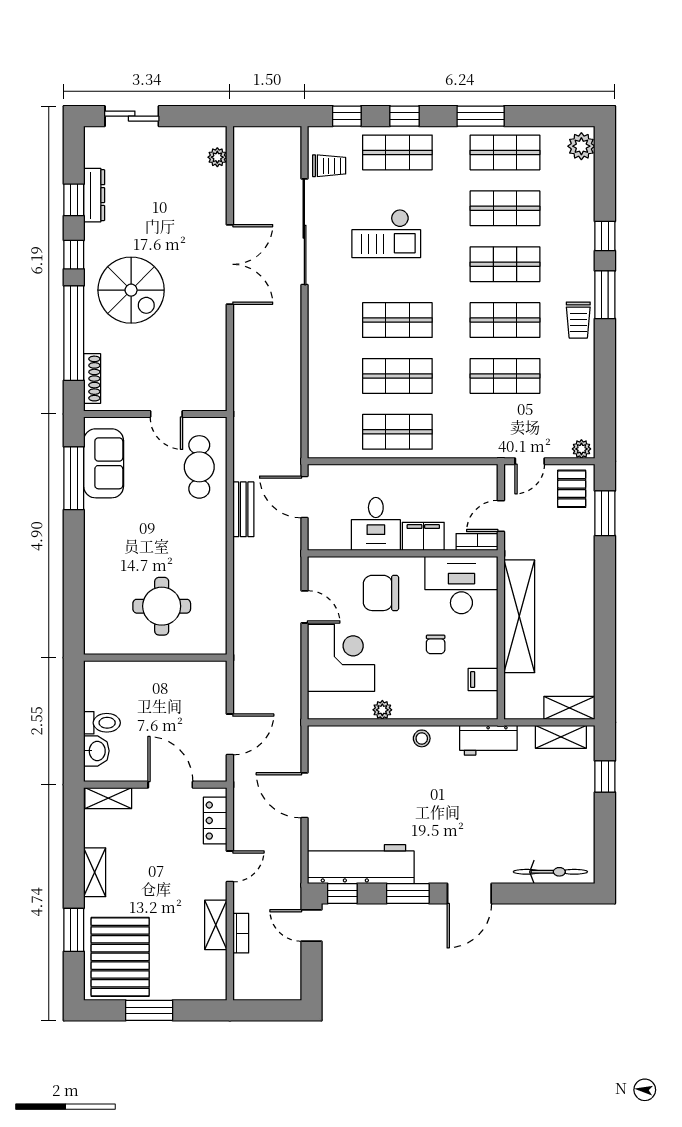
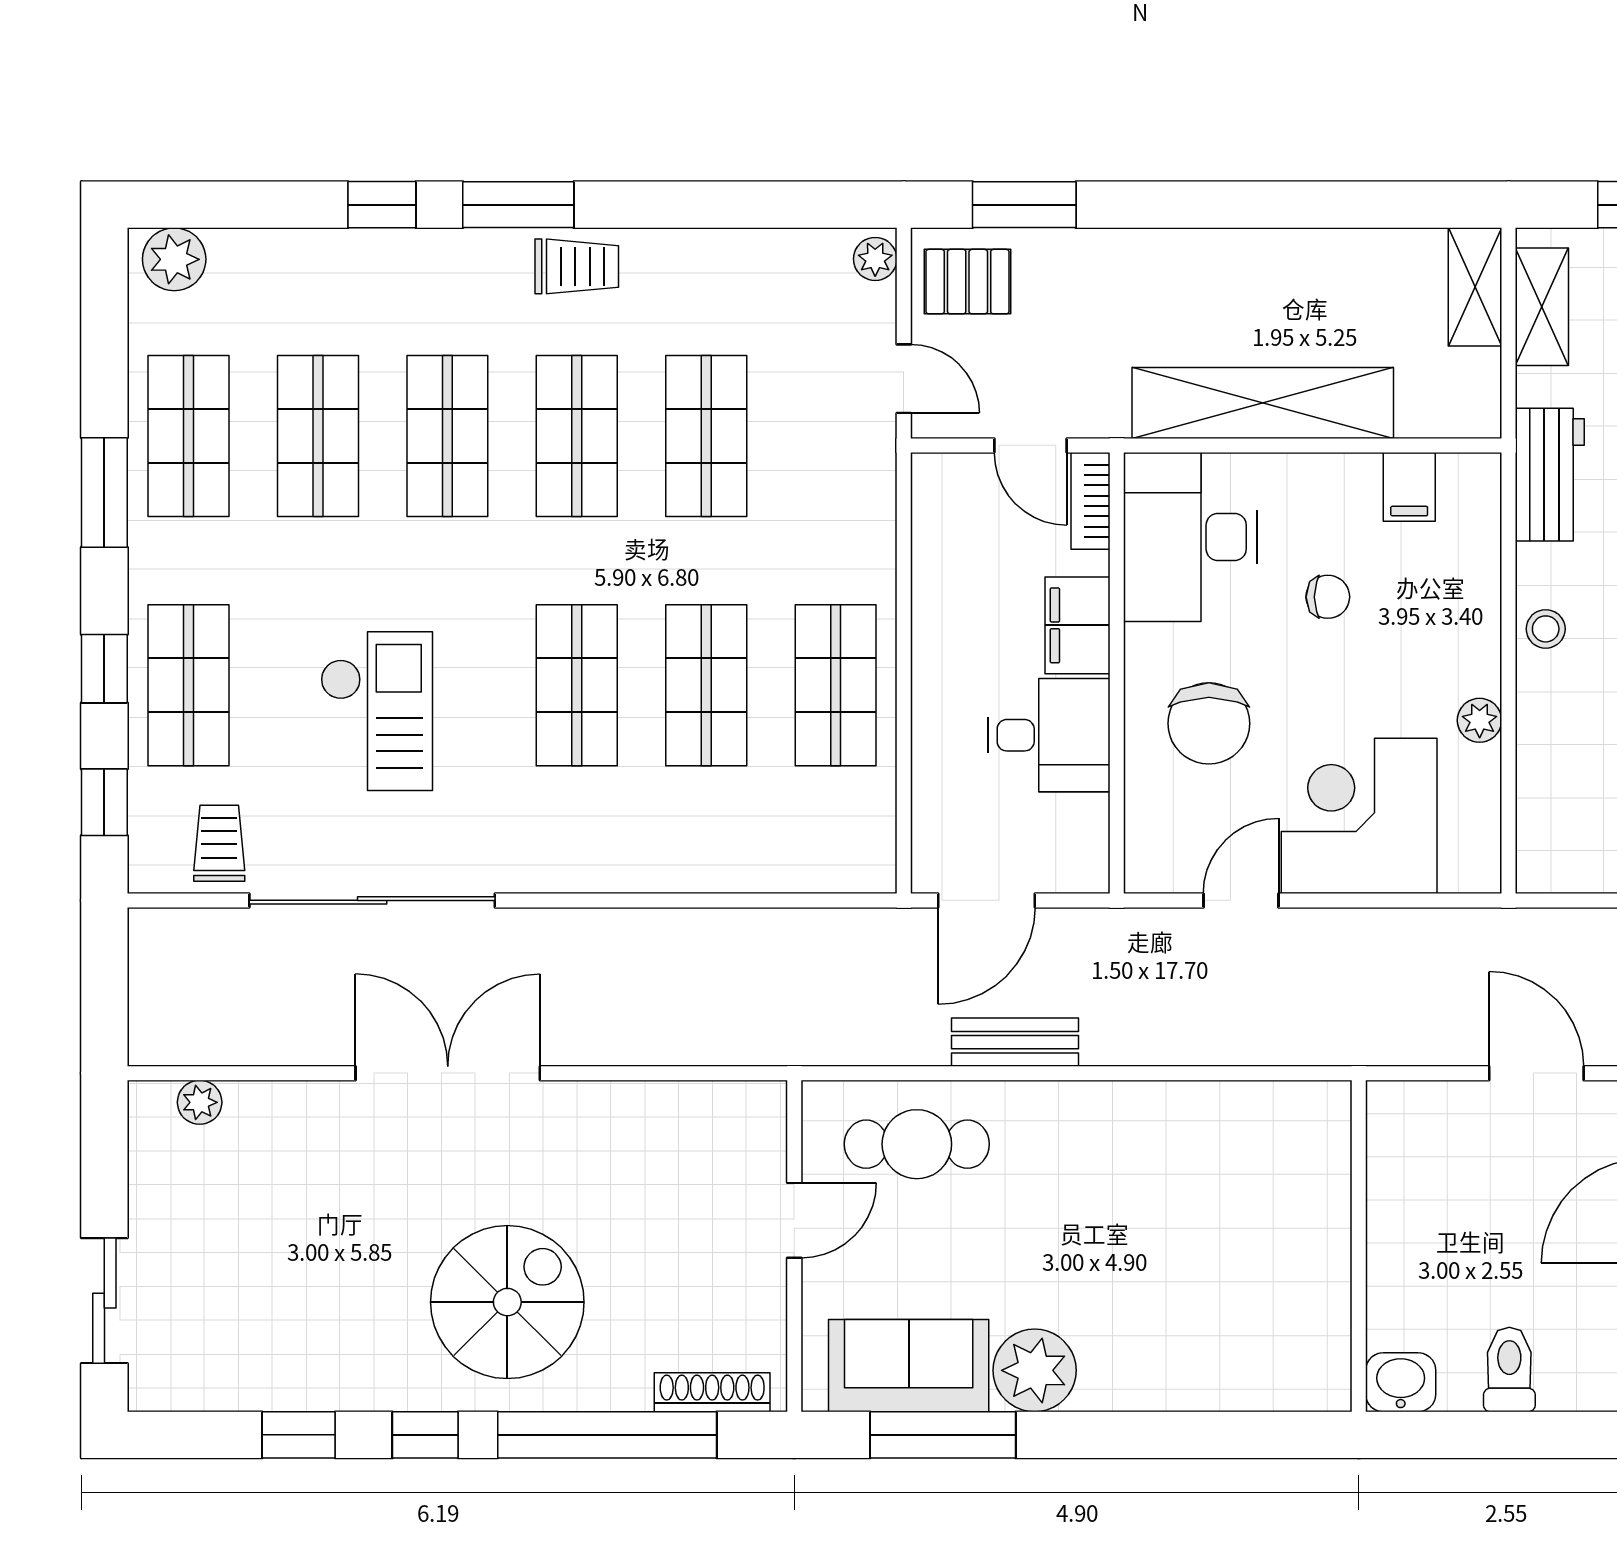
dresser: (94, 195) -> (287, 1388), removed
plant: (102, 518) -> (1035, 1370), added
round table: (162, 606) -> (1239, 1231), removed
washbasin: (96, 751) -> (1401, 1382), moved

